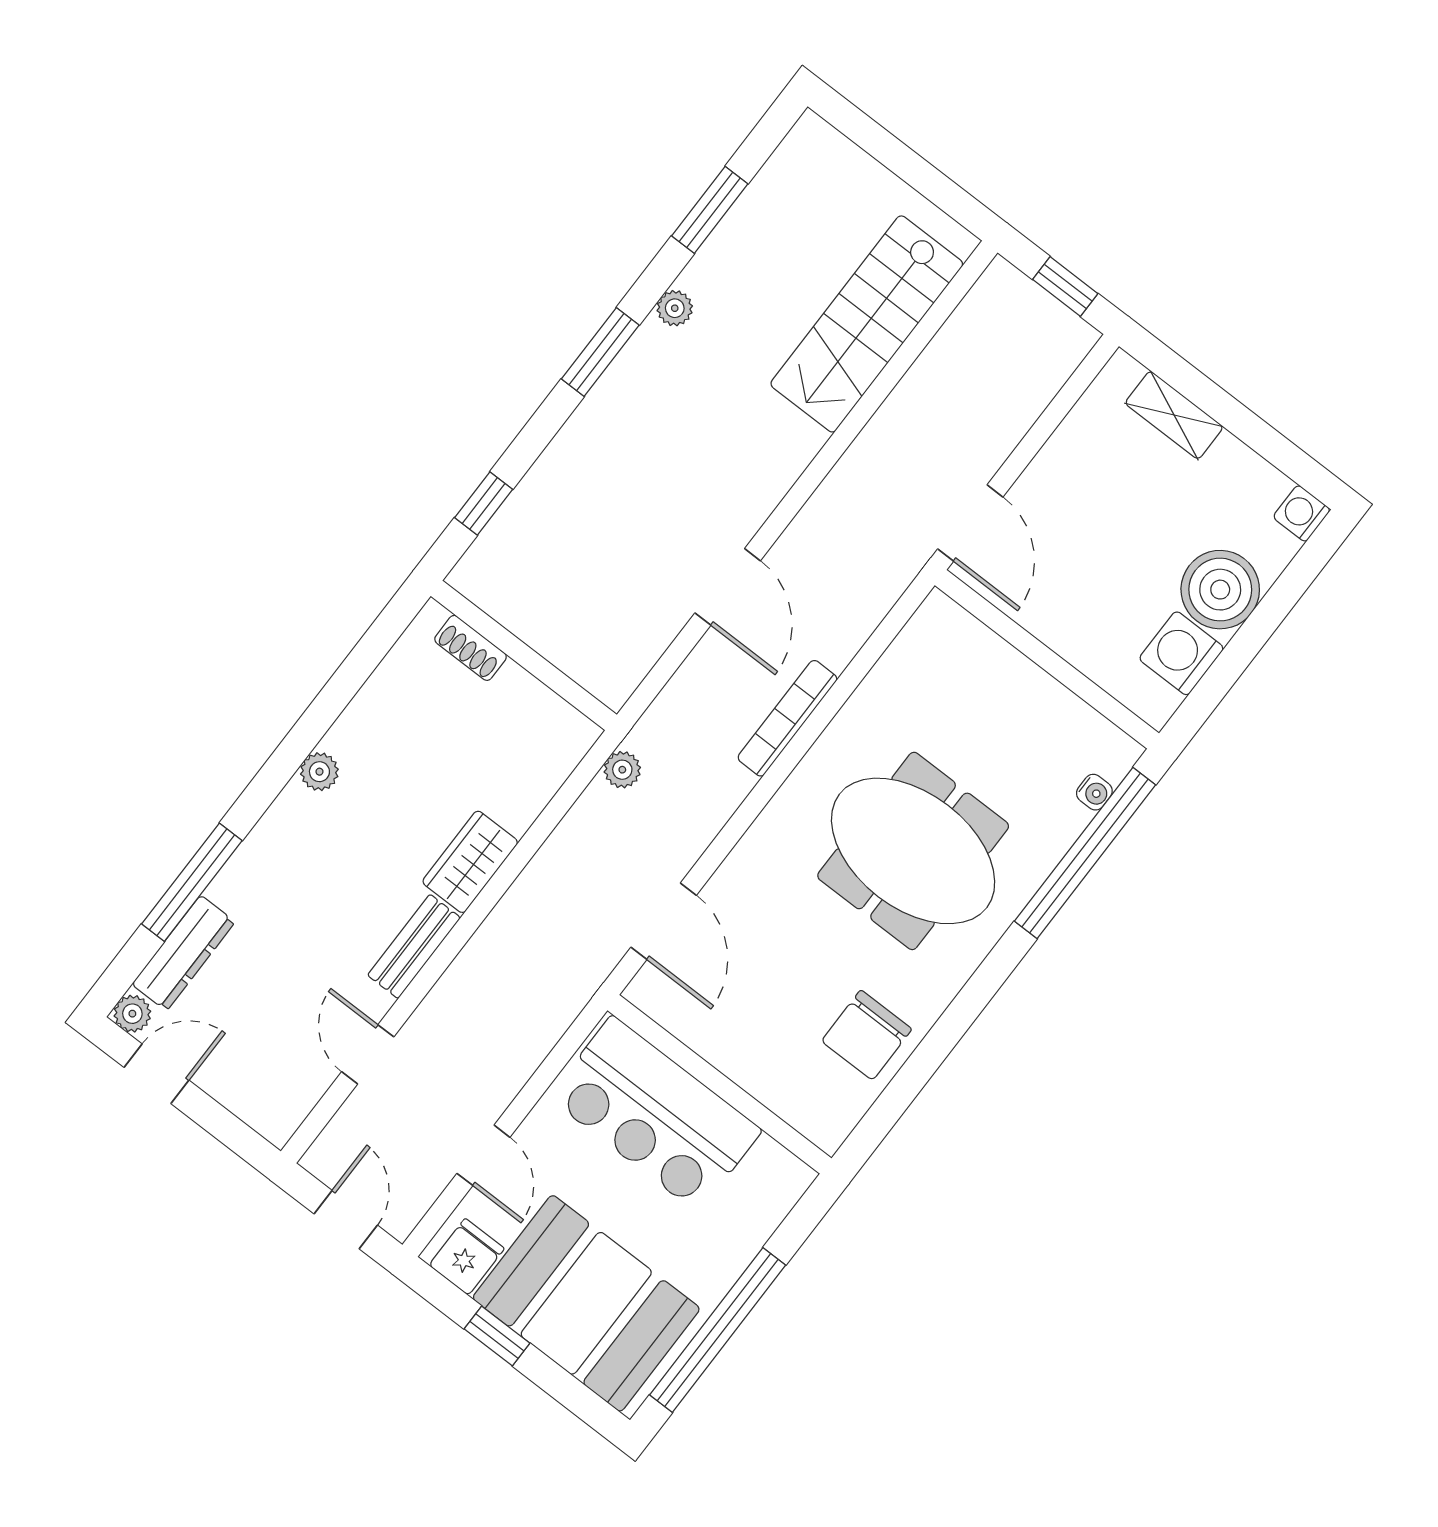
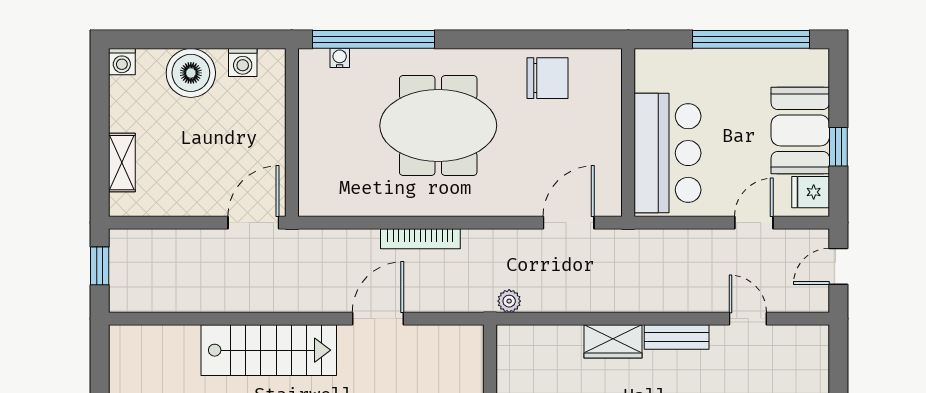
stairs: (867, 324) -> (269, 350), moved
washing machine: (1181, 653) -> (243, 62), width x0.73, depth x0.73
meeting table: (913, 851) -> (438, 126), turned 90
door: (368, 1054) -> (748, 319), swing flipped
booth: (586, 1303) -> (800, 130), width x0.73, depth x0.70

